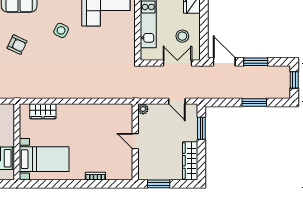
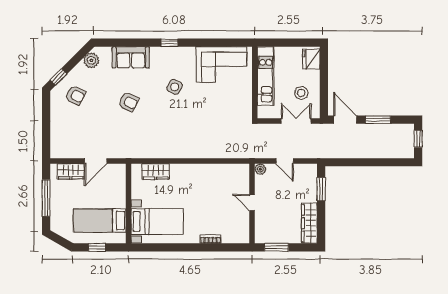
door: (177, 101) -> (285, 161), moved
window: (254, 102) -> (376, 162), removed

